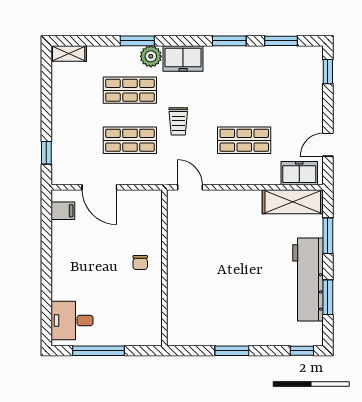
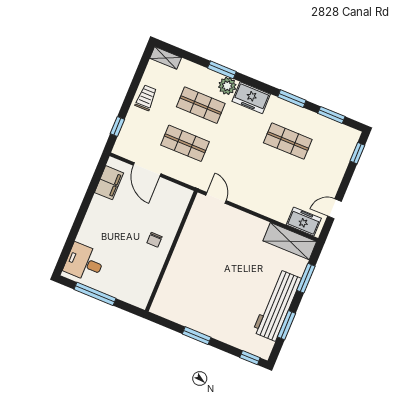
trolley: (178, 121) -> (146, 98), moved, turned 180
shop shelf: (244, 140) -> (288, 141), moved
filing cabinet: (63, 211) -> (109, 183), width x2.00

